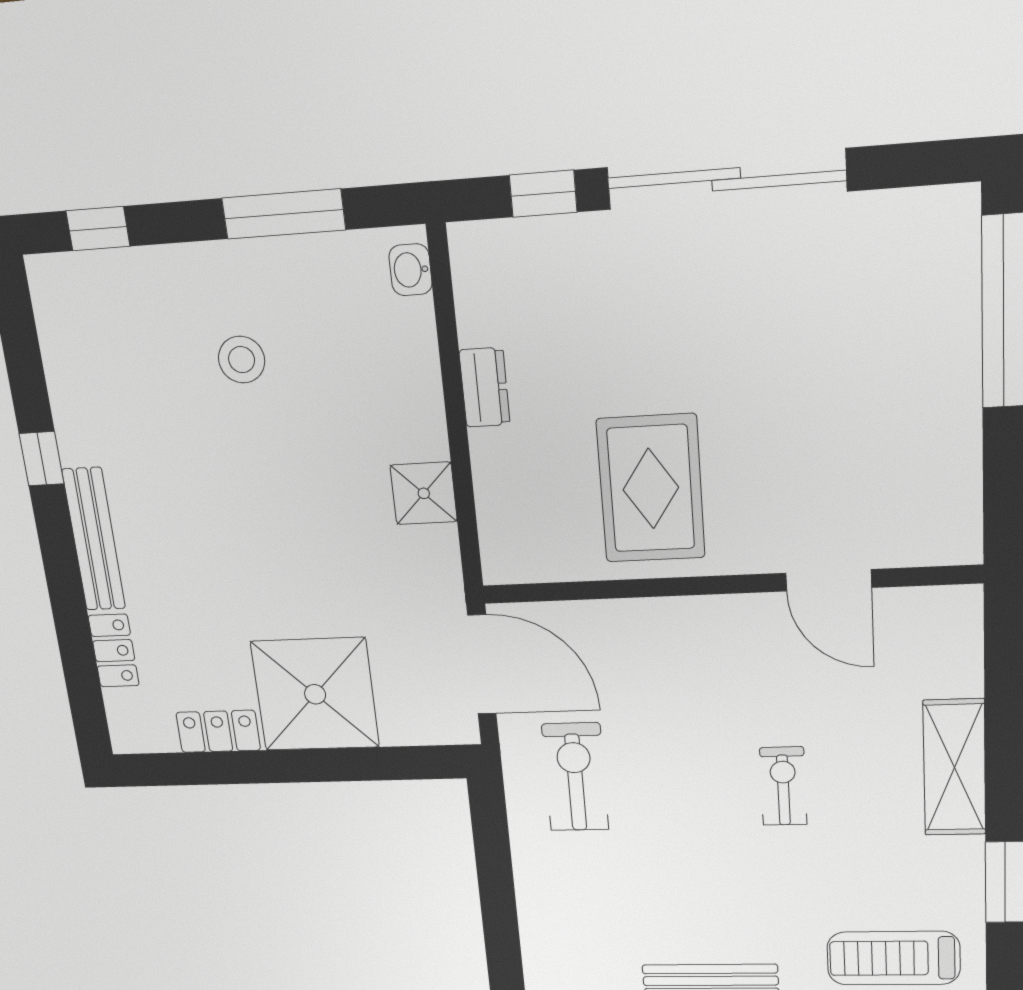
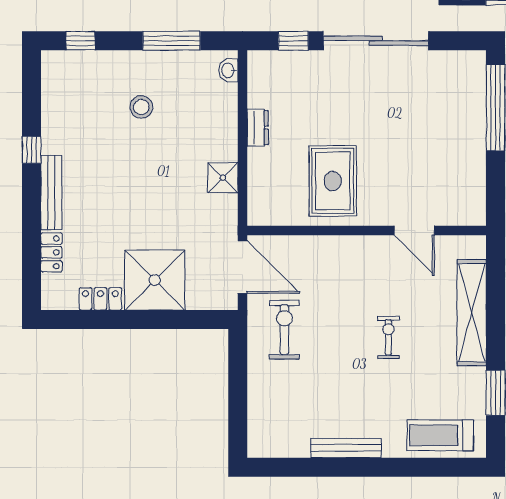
shelving: (954, 768) -> (472, 313), width x1.47

